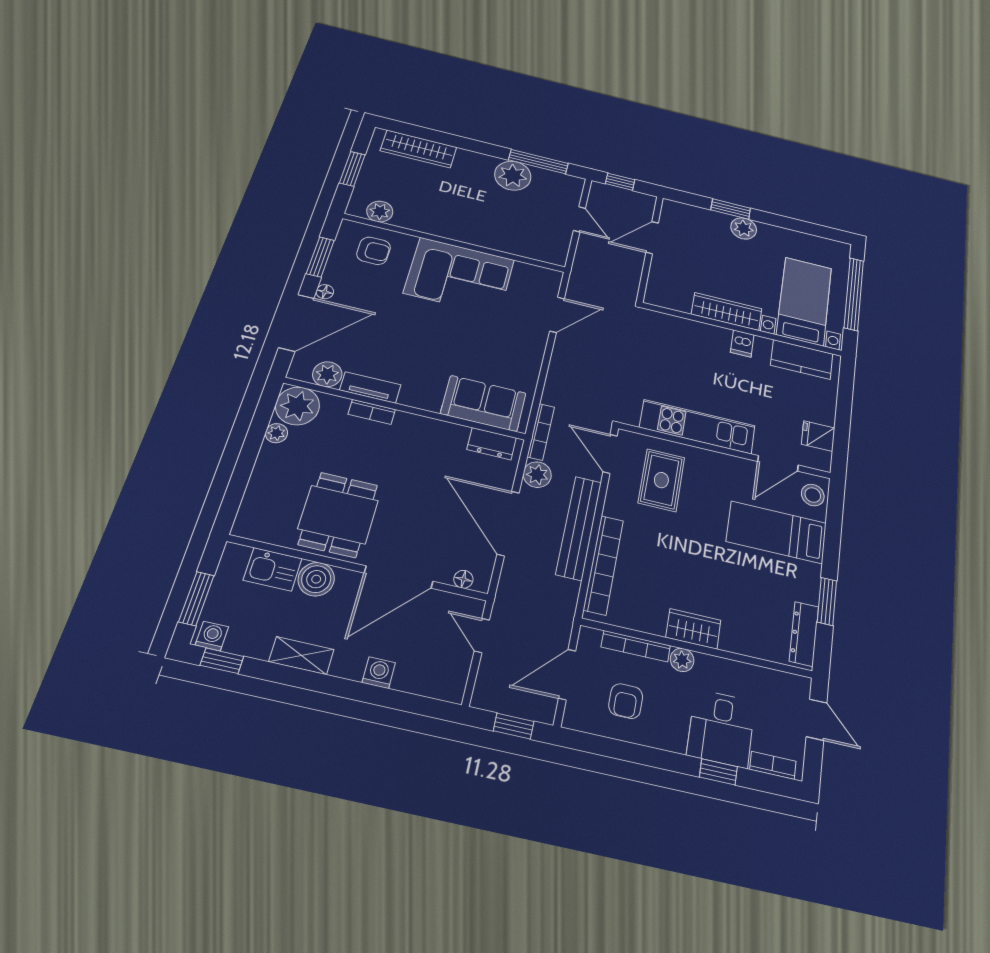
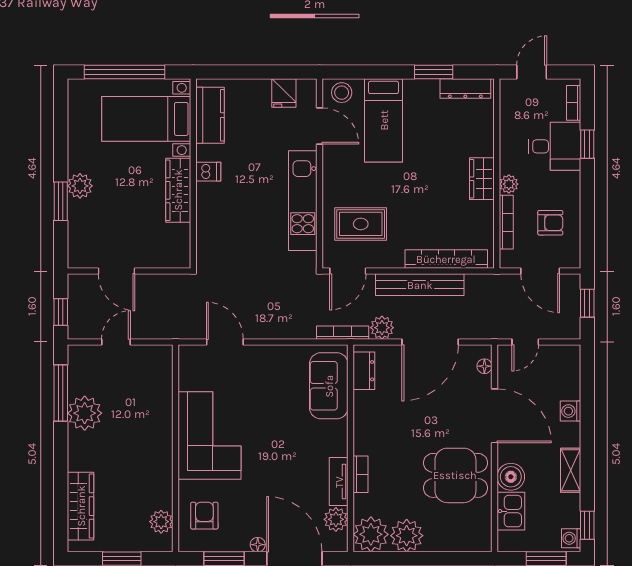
plant: (276, 433) -> (407, 536), width x1.88, depth x1.88

